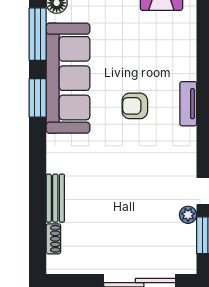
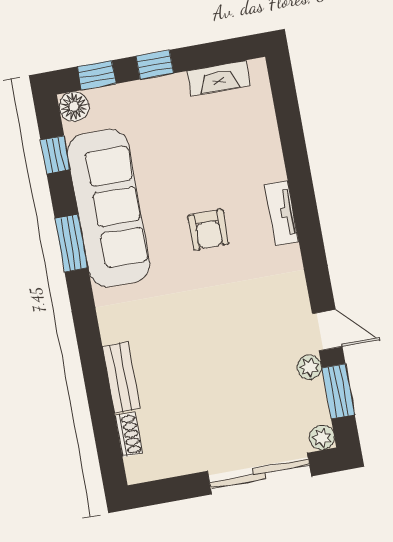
window: (38, 34) -> (55, 155), width x0.46
armchair: (135, 106) -> (208, 230), turned -90
plant: (188, 265) -> (322, 438), added

